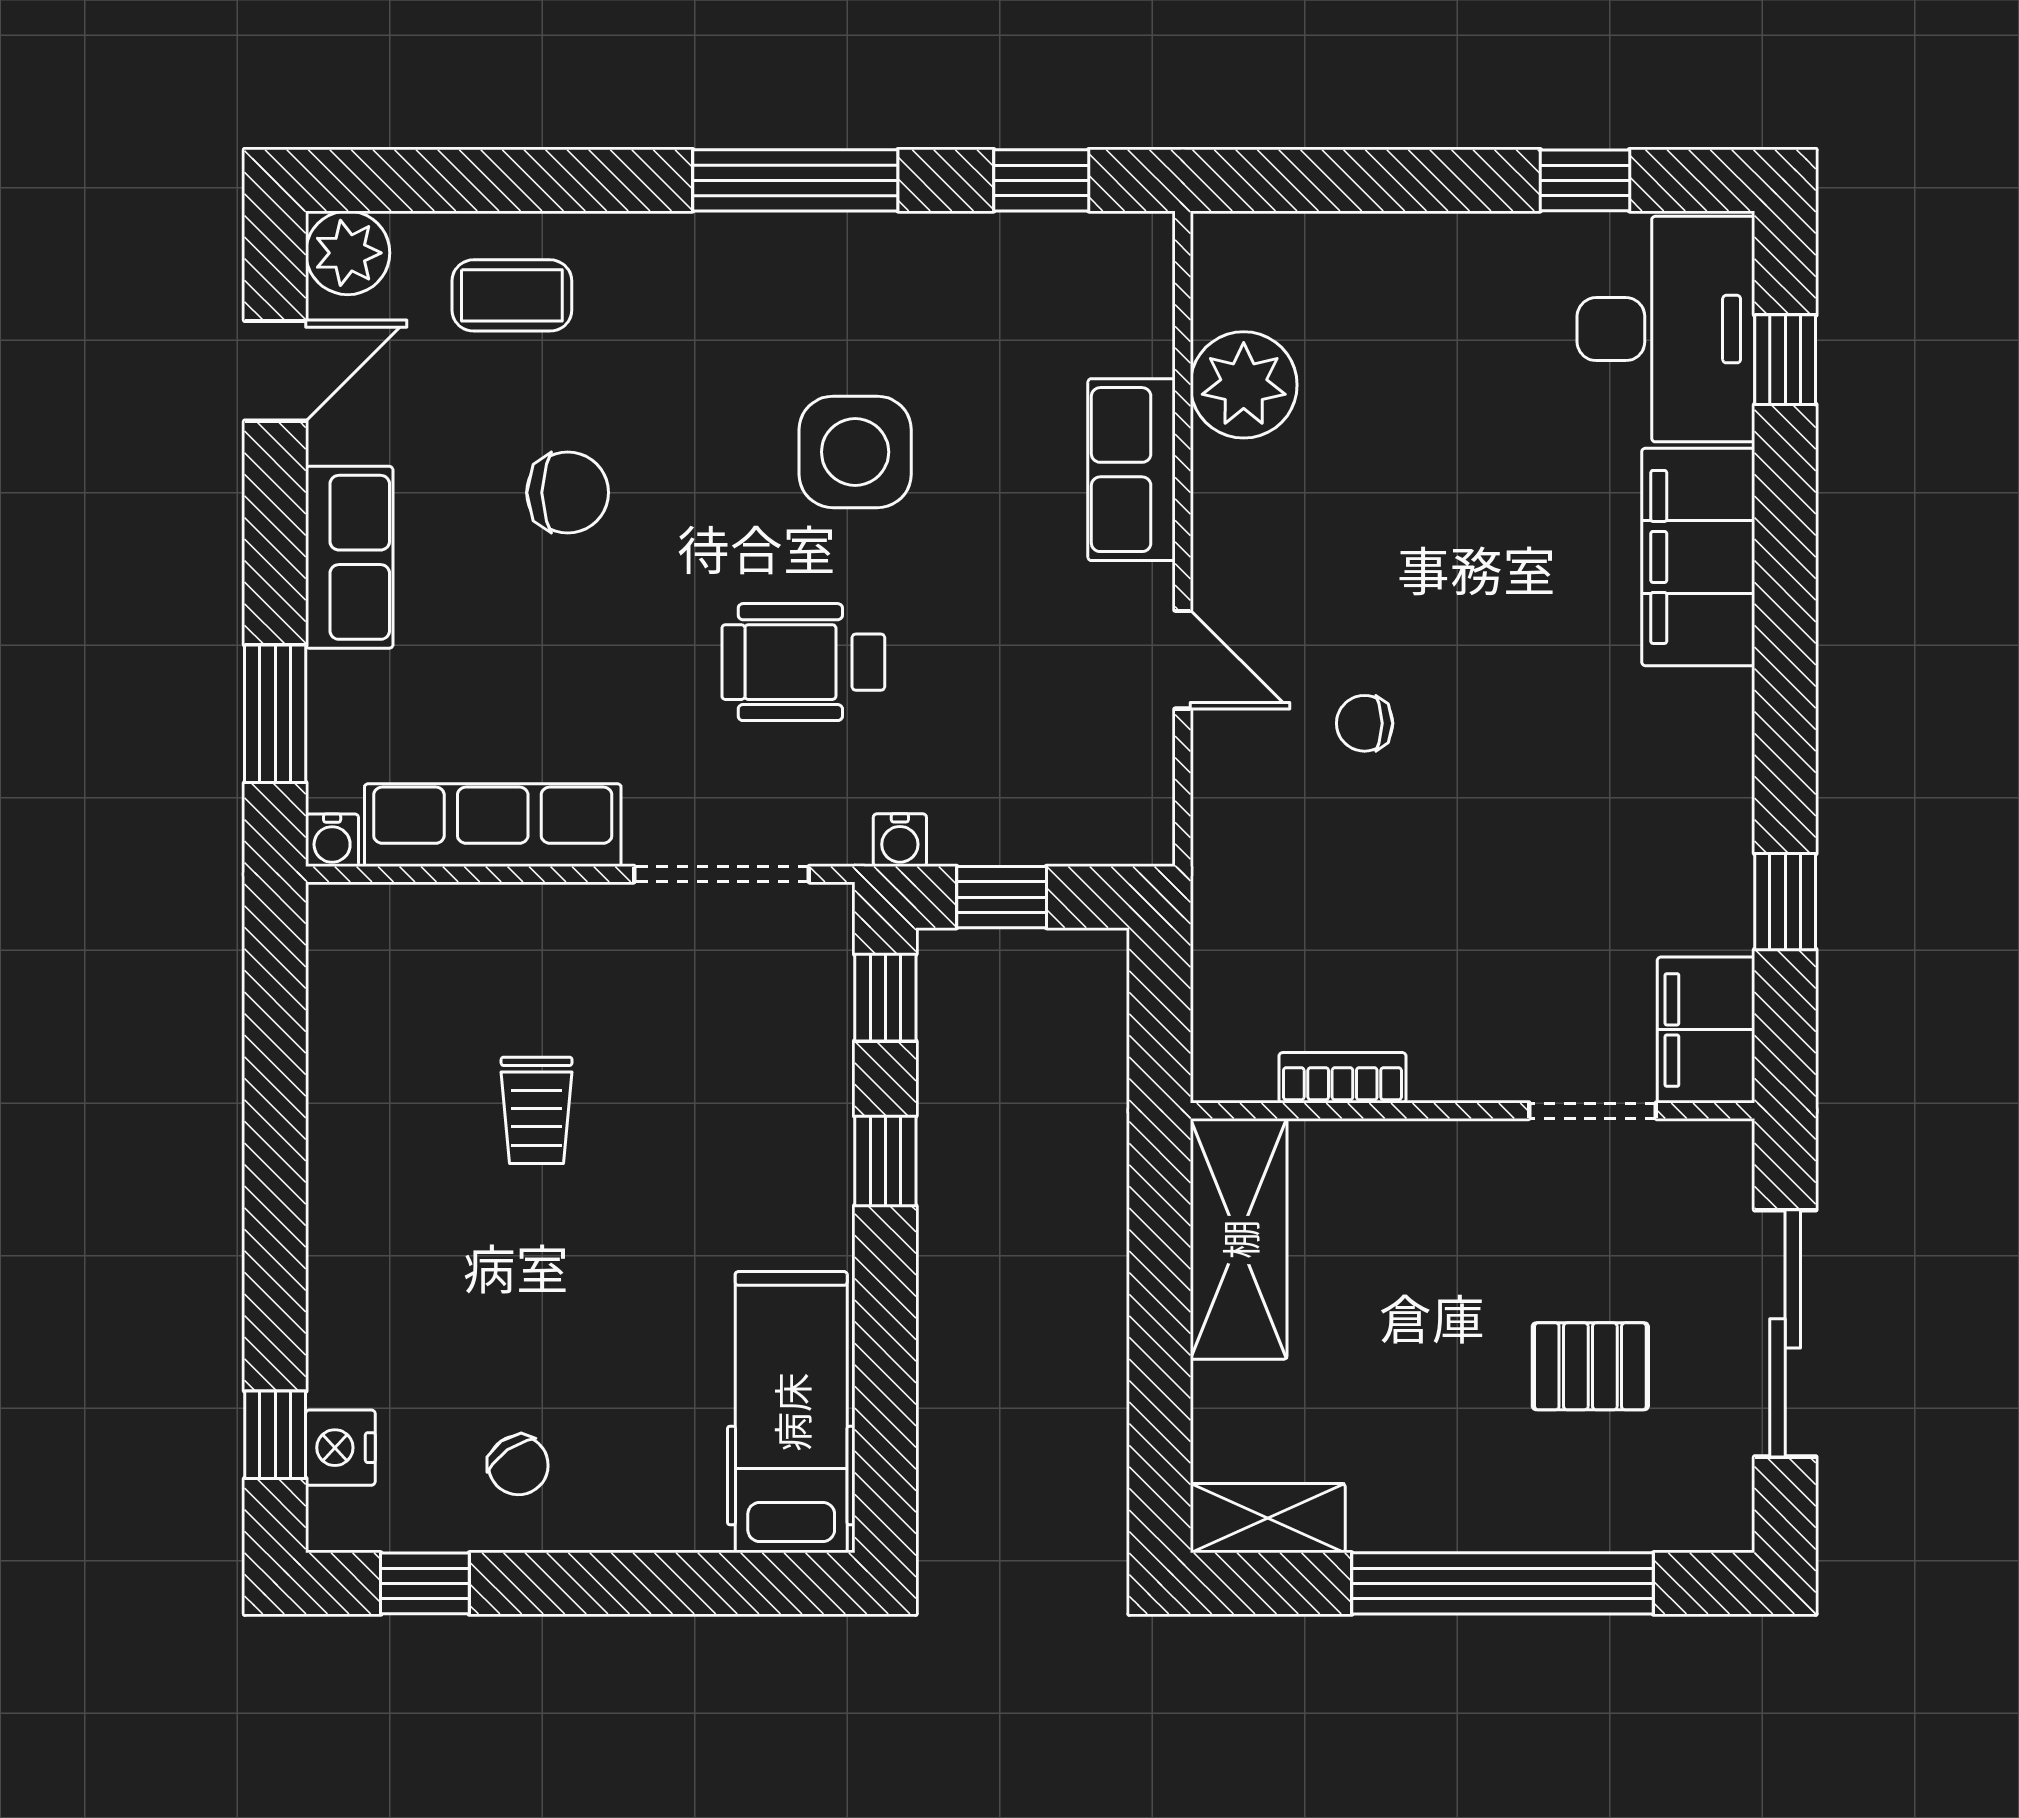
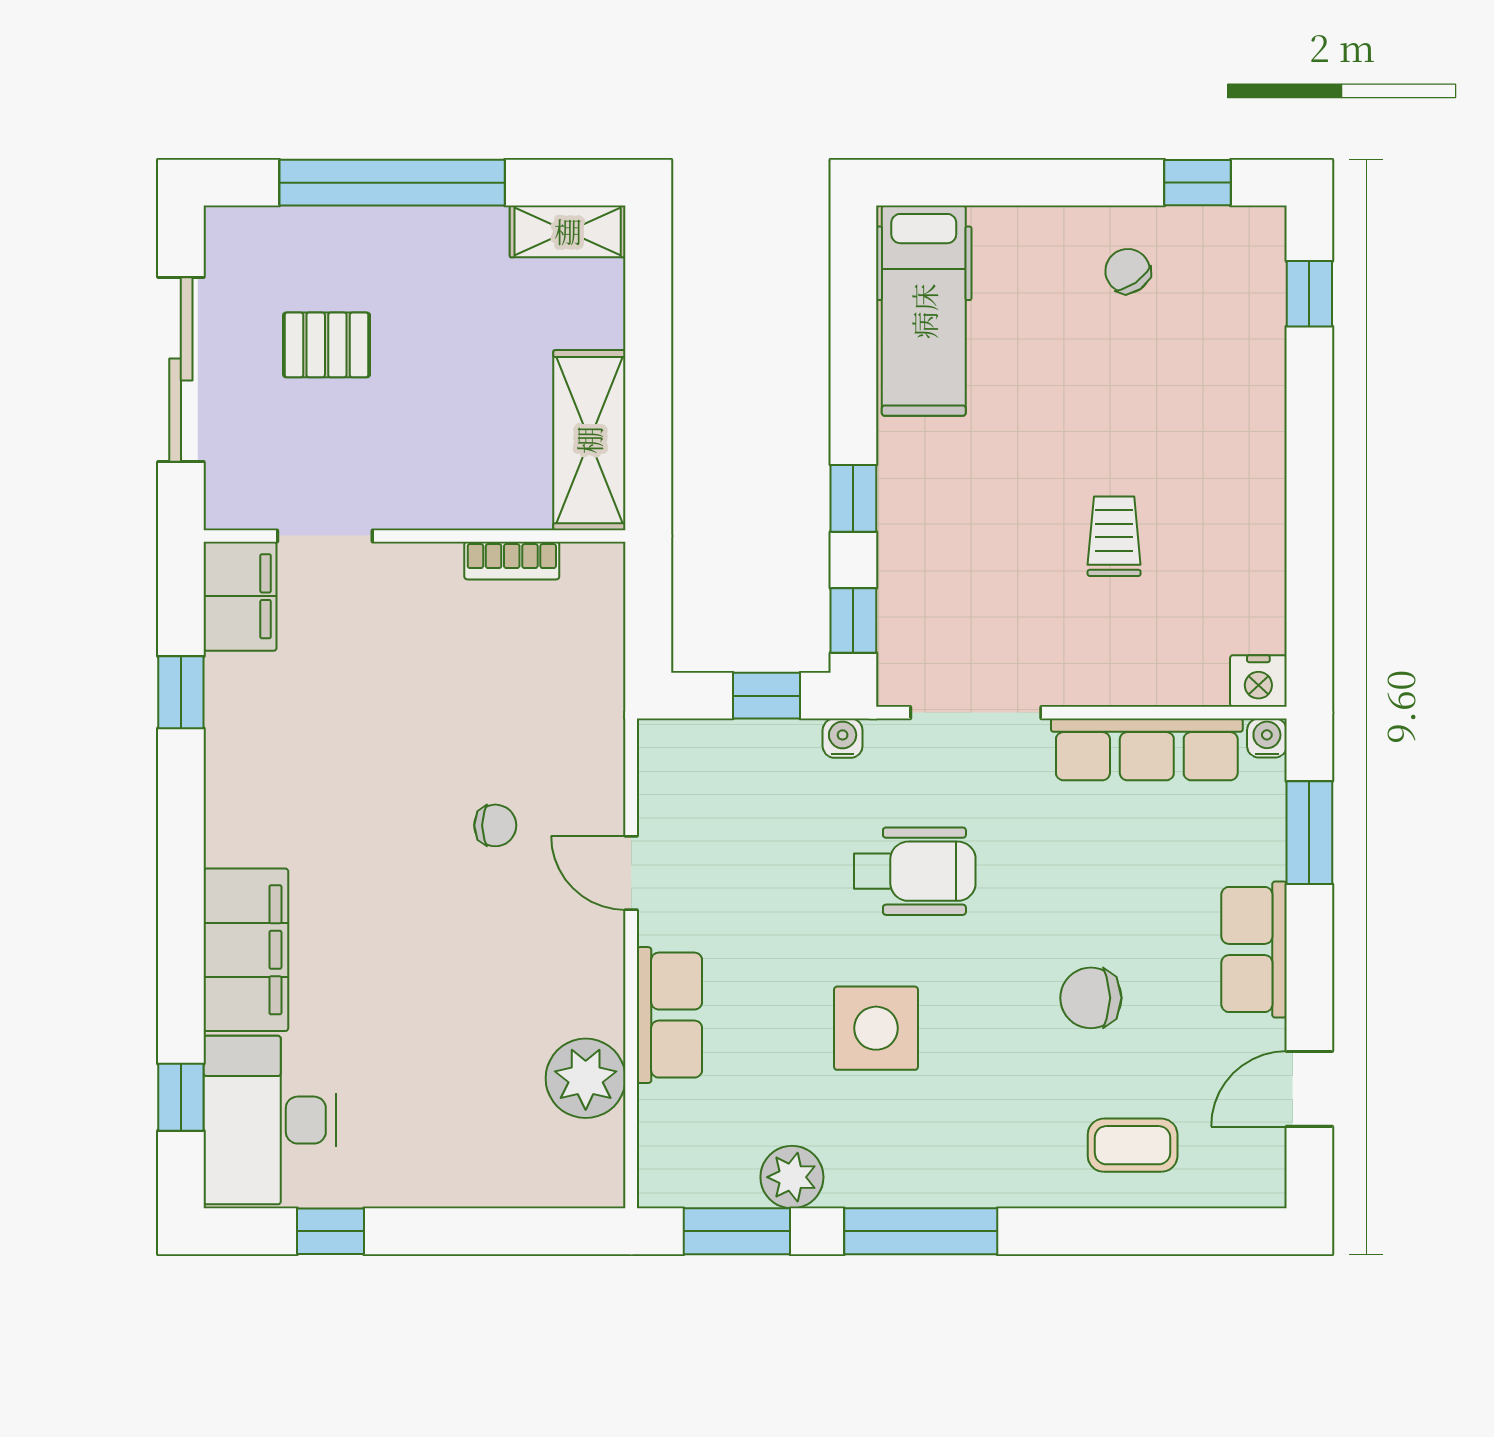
window: (1041, 180) -> (737, 1231), width x1.50
plant: (348, 253) -> (792, 1177), moved
nightstand: (340, 1448) -> (1258, 681), moved, turned 90

